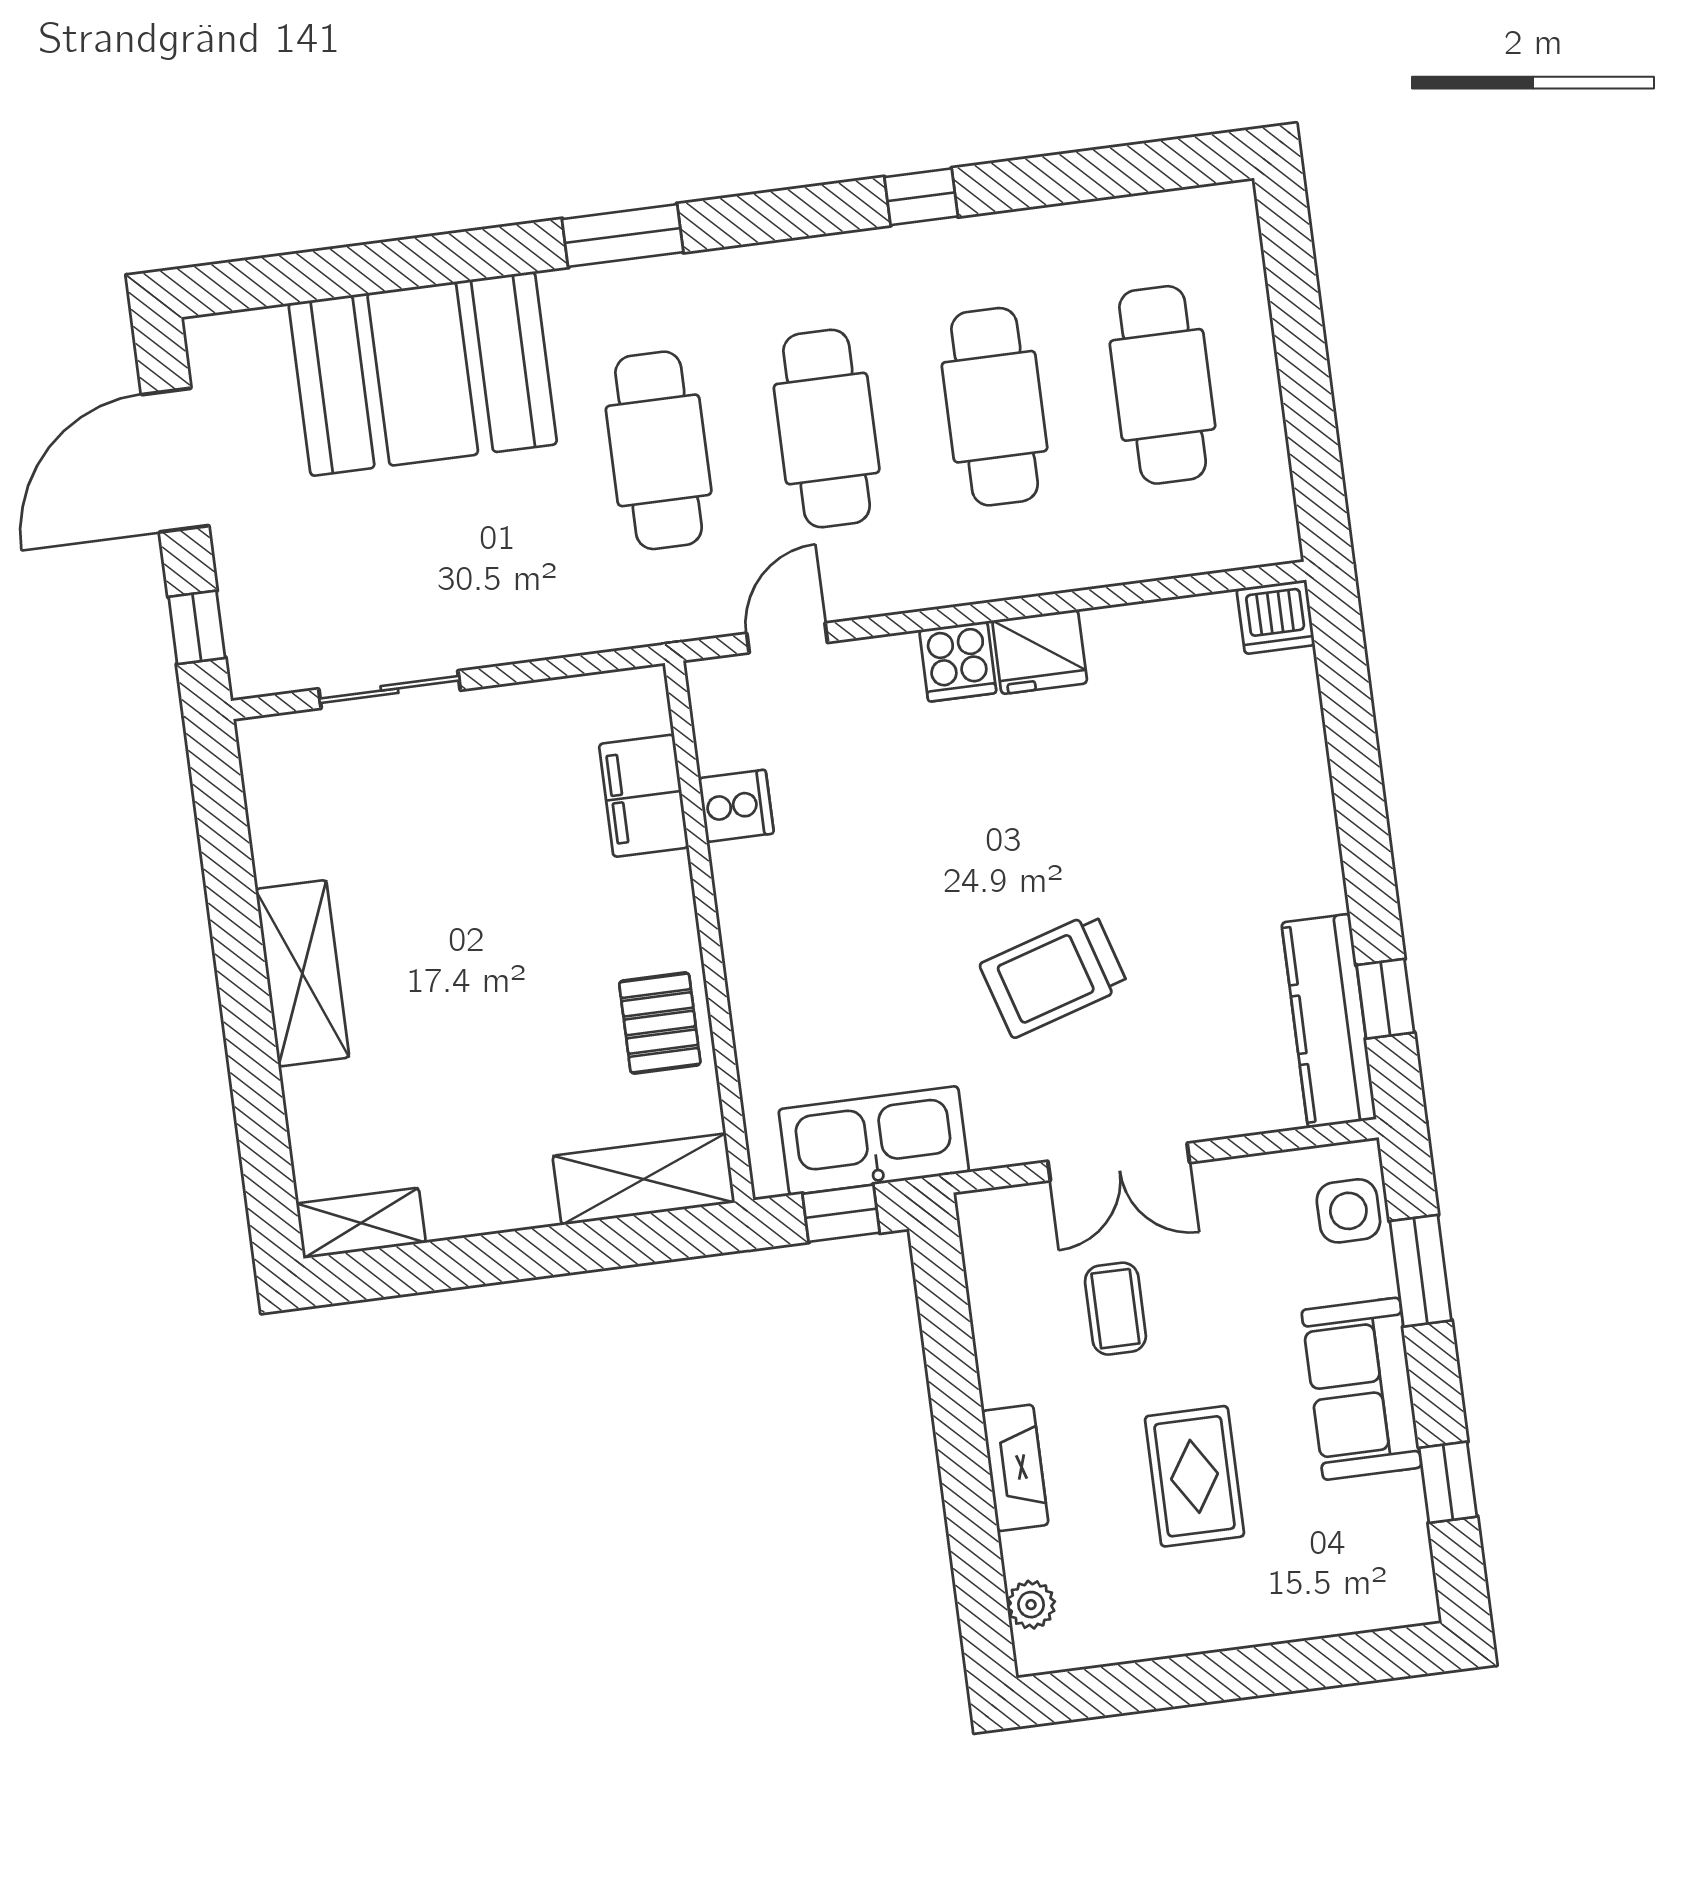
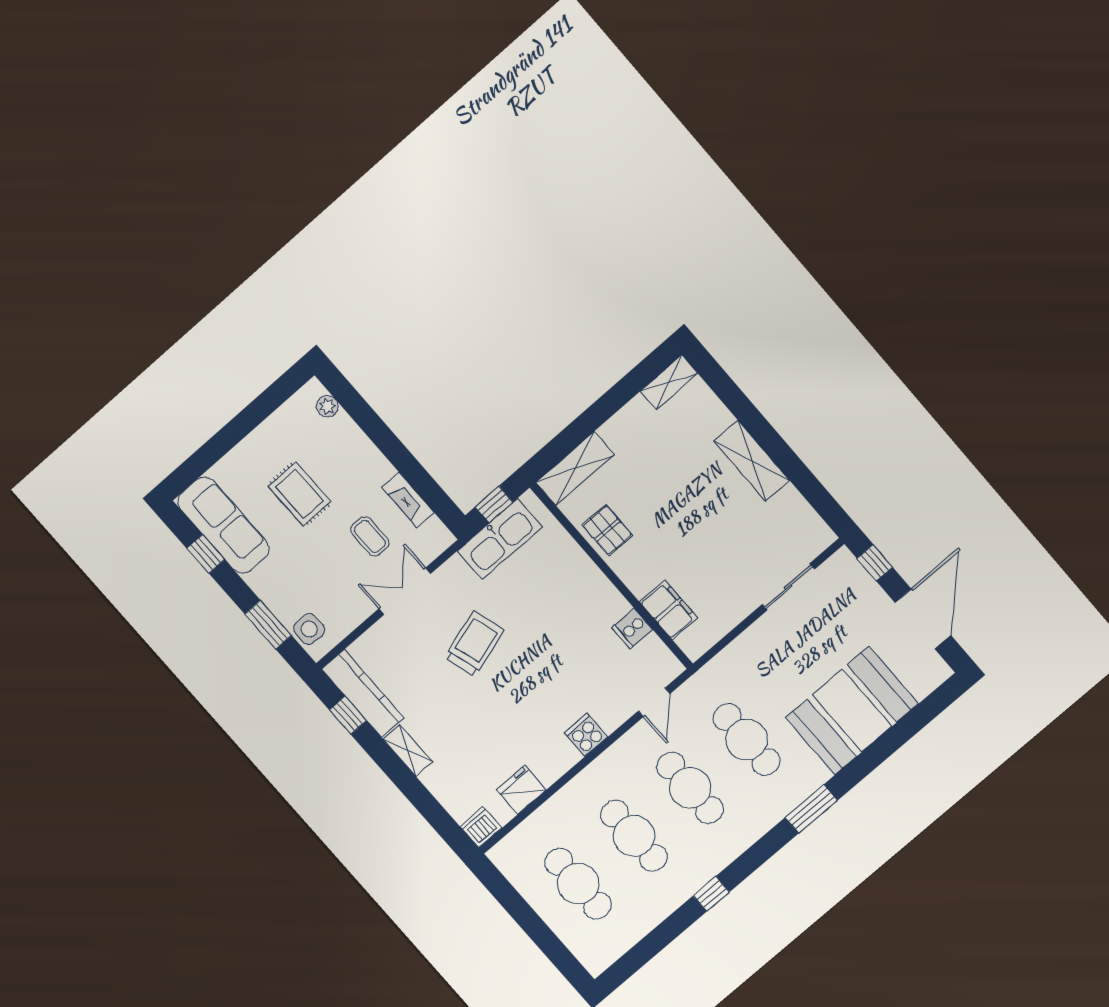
fridge: (1040, 652) -> (521, 790), moved
shelving: (1317, 856) -> (408, 751), added
sofa: (1361, 1389) -> (223, 525), moved, width x1.36
fireplace: (1015, 1468) -> (408, 500), moved

